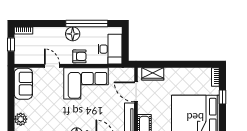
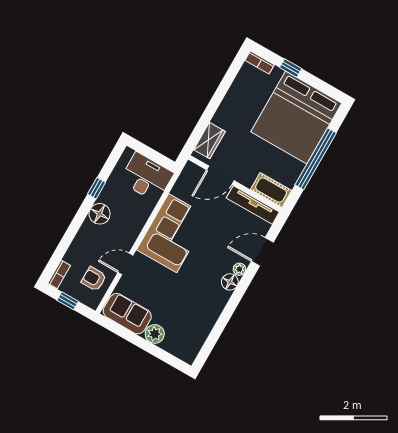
window: (87, 23) -> (97, 188), width x0.32
armchair: (79, 56) -> (94, 279), moved, turned -90
plant: (21, 119) -> (155, 334), moved

